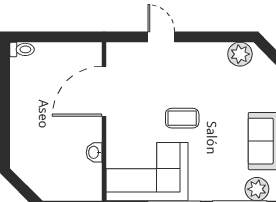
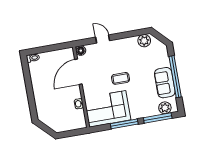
floor lamp: (116, 52) -> (81, 51), added

